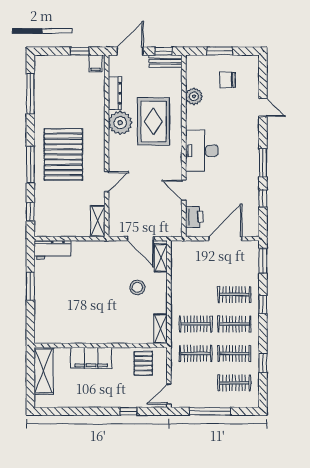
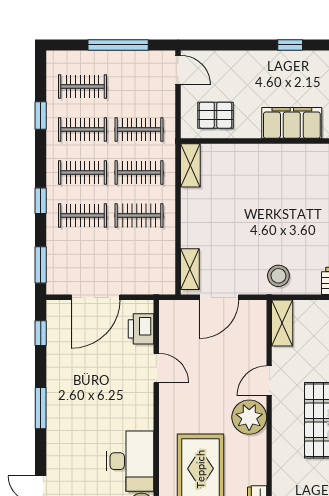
plant: (120, 123) -> (249, 417), moved
desk: (202, 151) -> (130, 461), moved
window: (263, 198) -> (41, 333), moved
door: (141, 239) -> (219, 297), swing flipped
stool: (137, 287) -> (278, 276), moved
clothes rail: (196, 295) -> (139, 216), added
pallet: (143, 363) -> (216, 115), turned 90
door: (169, 394) -> (178, 70), hinge flipped
window: (128, 411) -> (290, 45), moved

